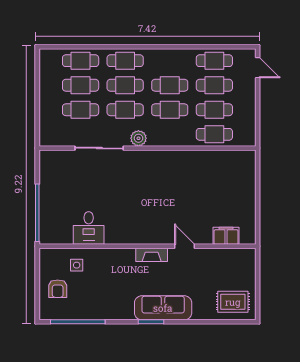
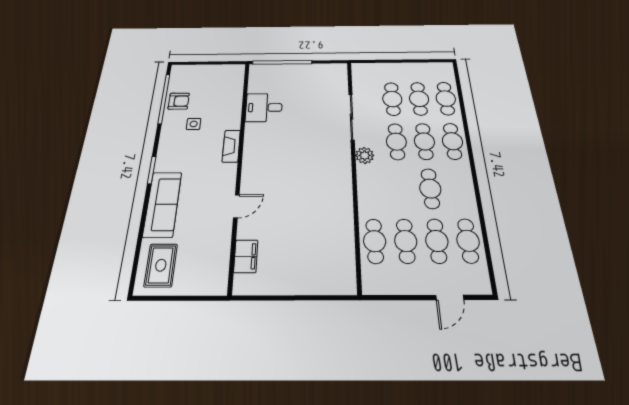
door: (258, 68) -> (450, 298), moved
cafe table: (170, 110) -> (401, 189), removed
fireplace: (152, 255) -> (231, 146), moved
side table: (77, 265) -> (194, 124), moved
armchair: (58, 289) -> (179, 101), moved, turned 180
sofa: (163, 308) -> (162, 204), moved

